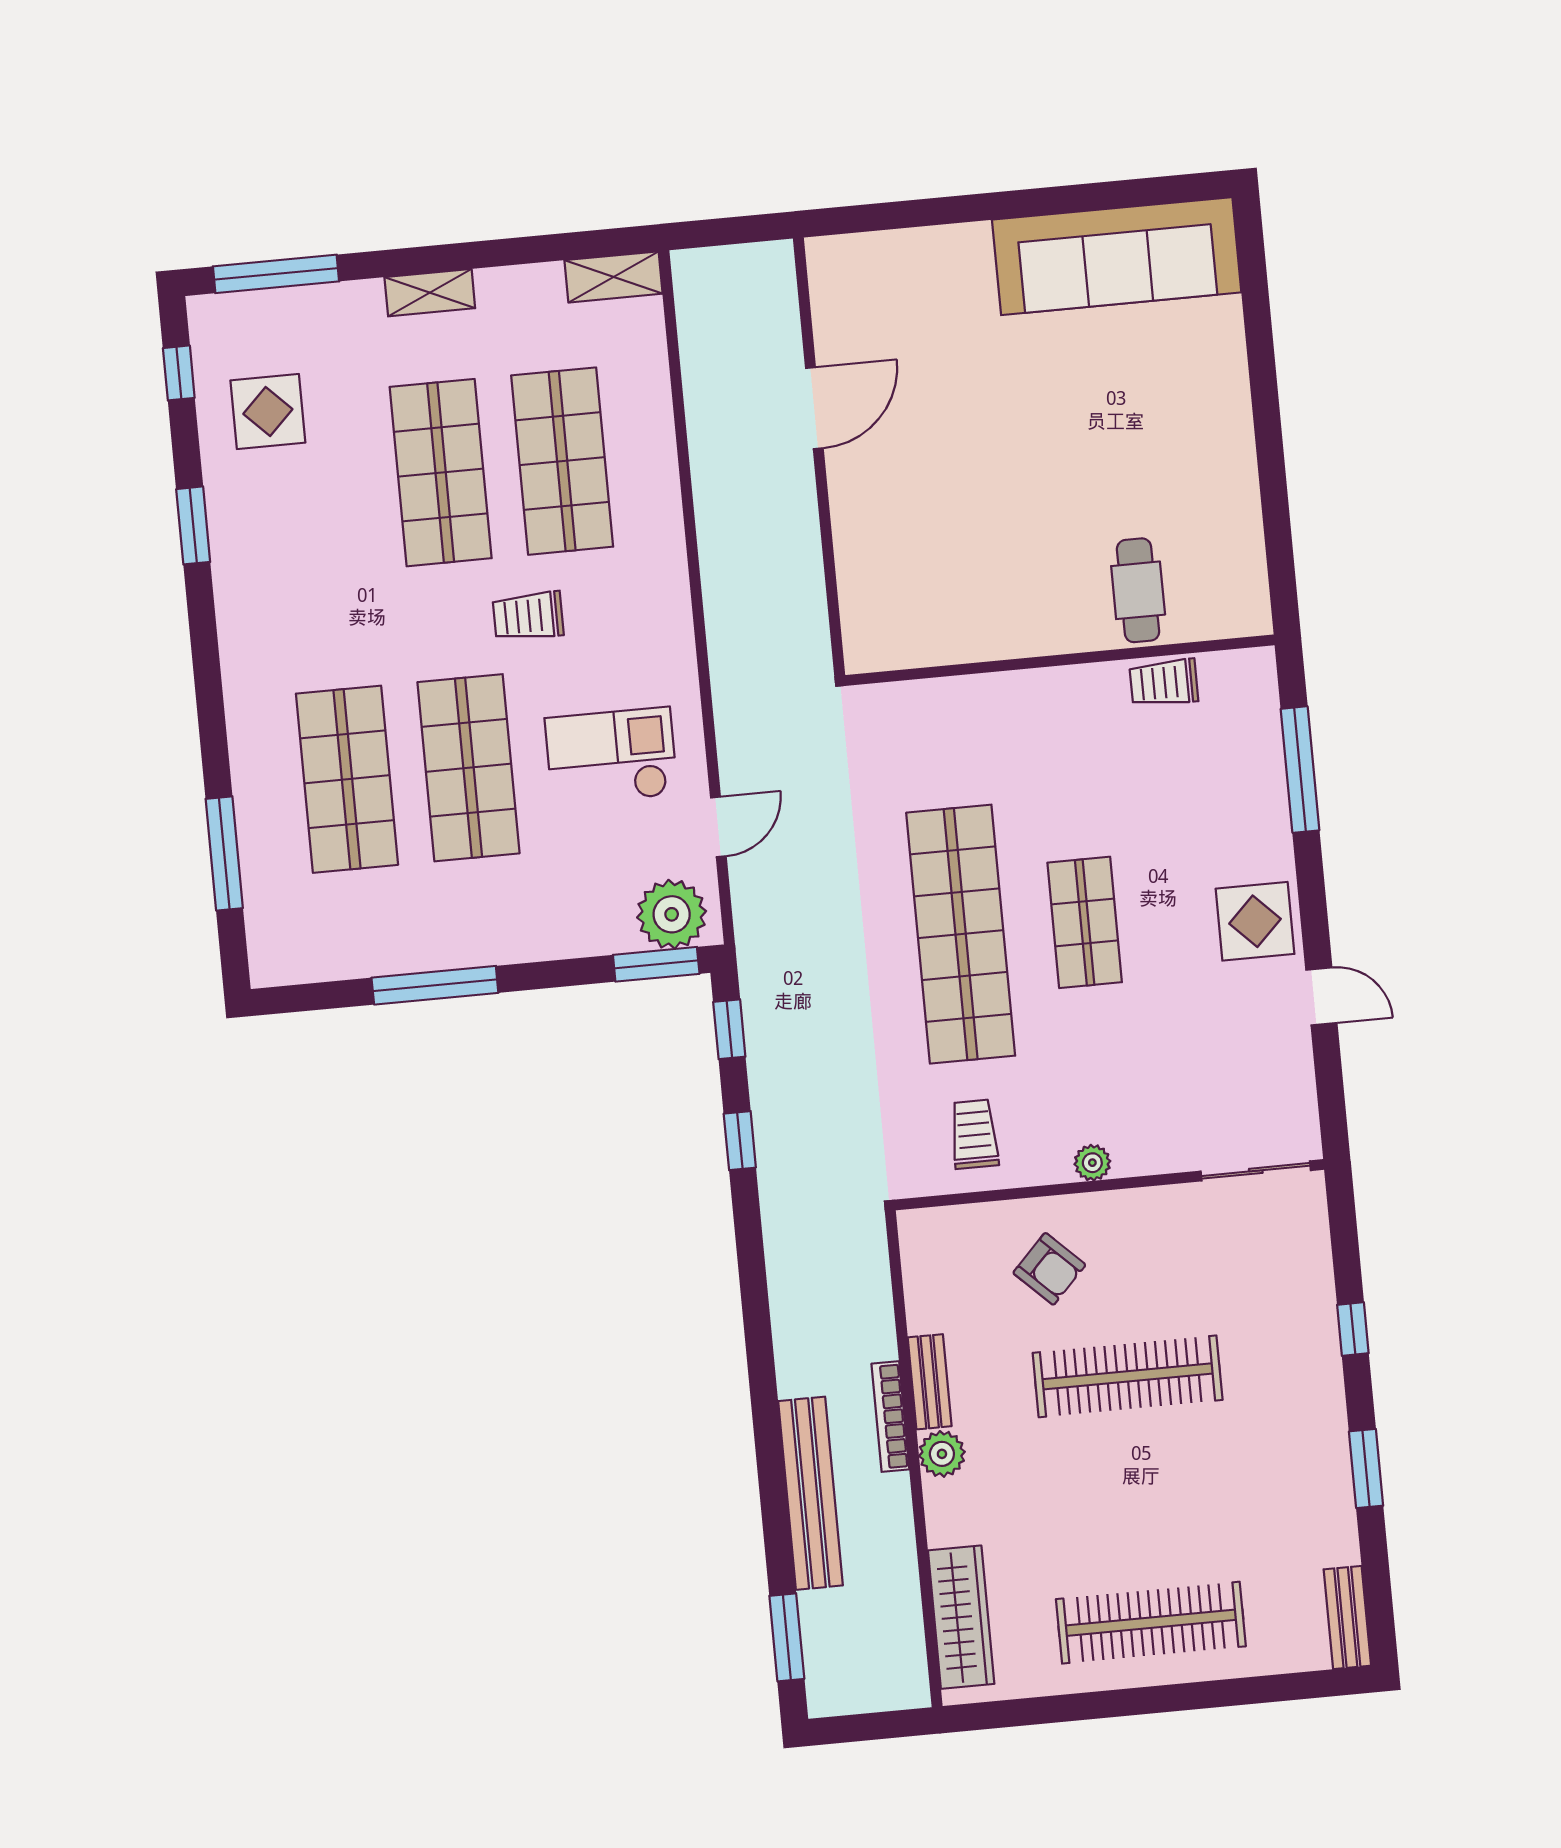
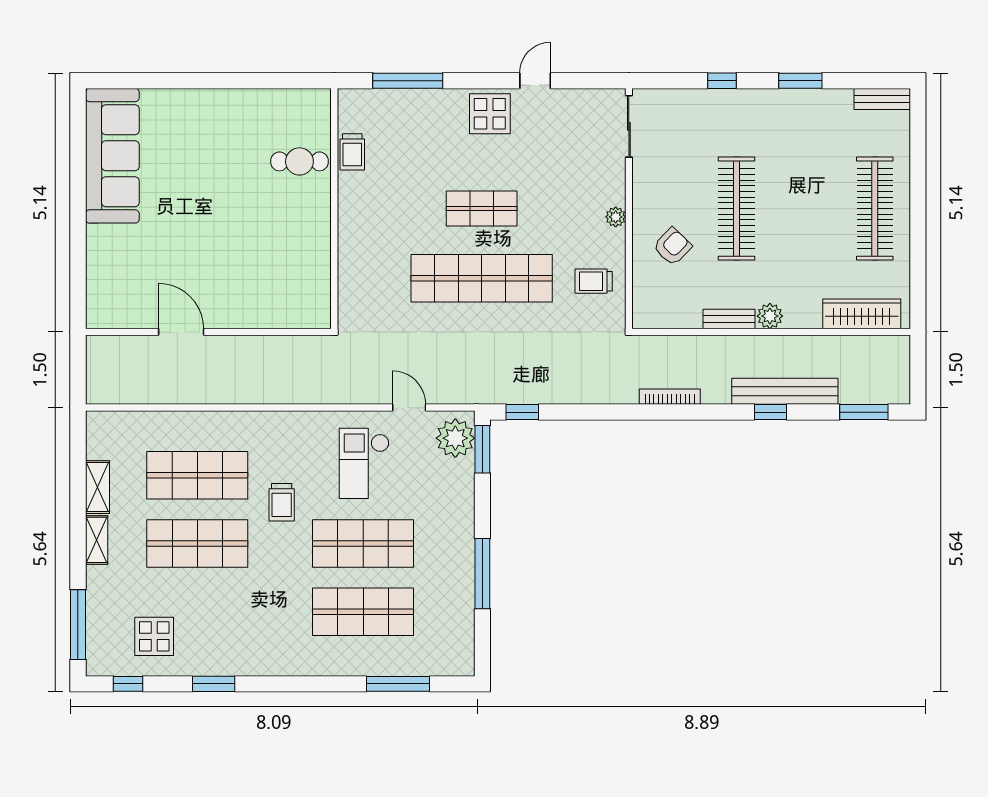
shelving: (613, 277) -> (97, 487), moved
window: (740, 1141) -> (771, 412), moved
bookcase: (890, 1417) -> (670, 397), moved, turned 180

